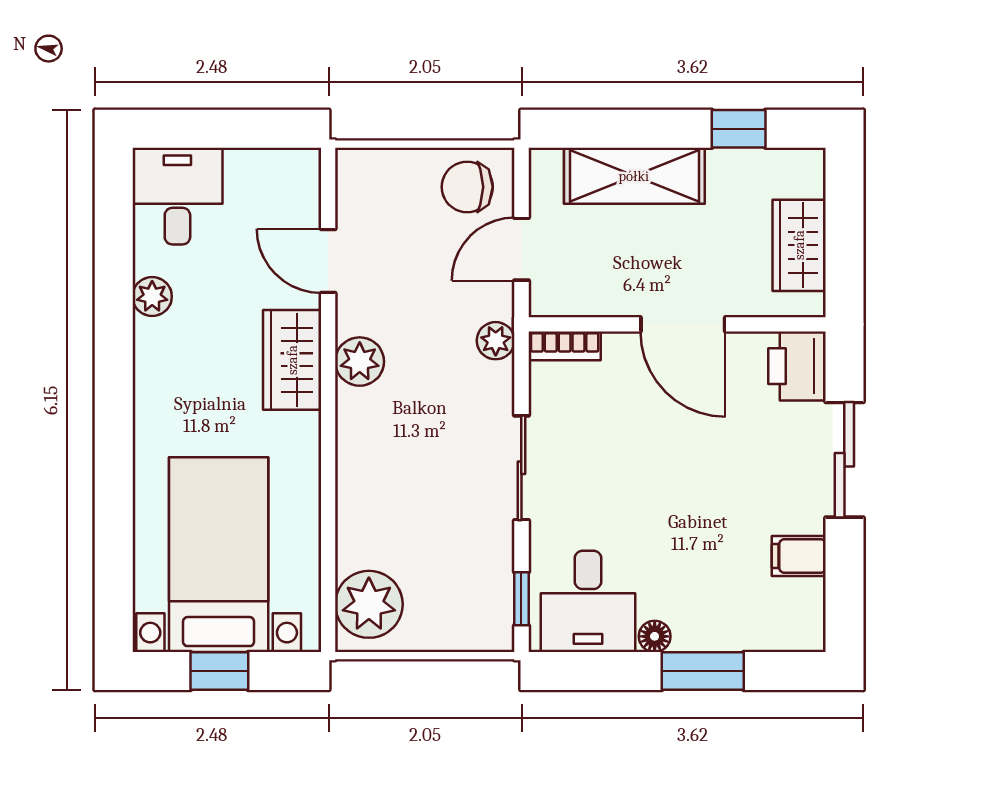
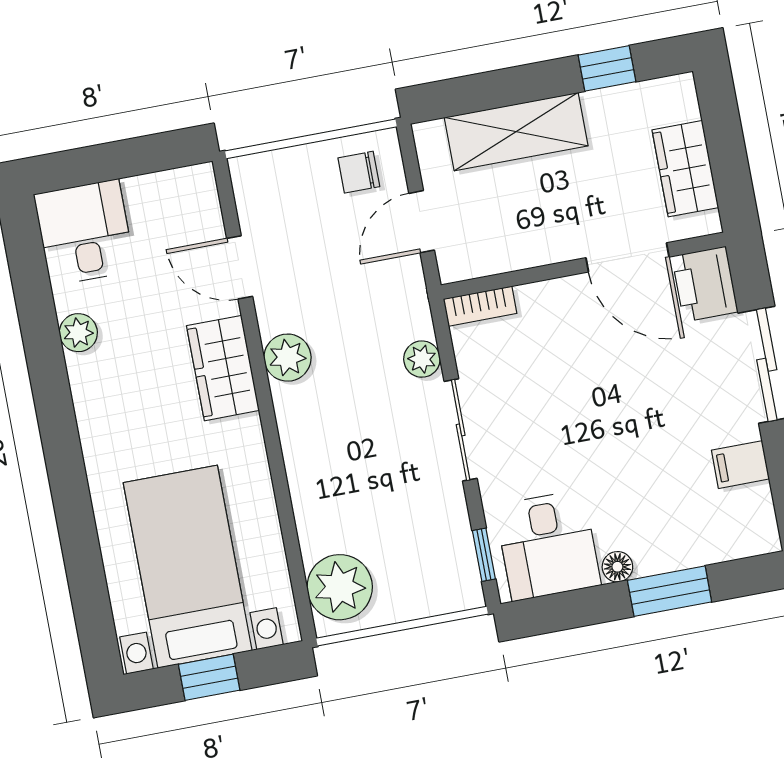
chair: (467, 187) -> (359, 172), width x0.73, depth x0.73
door: (683, 324) -> (628, 257), moved
plant: (496, 341) -> (422, 359), moved

